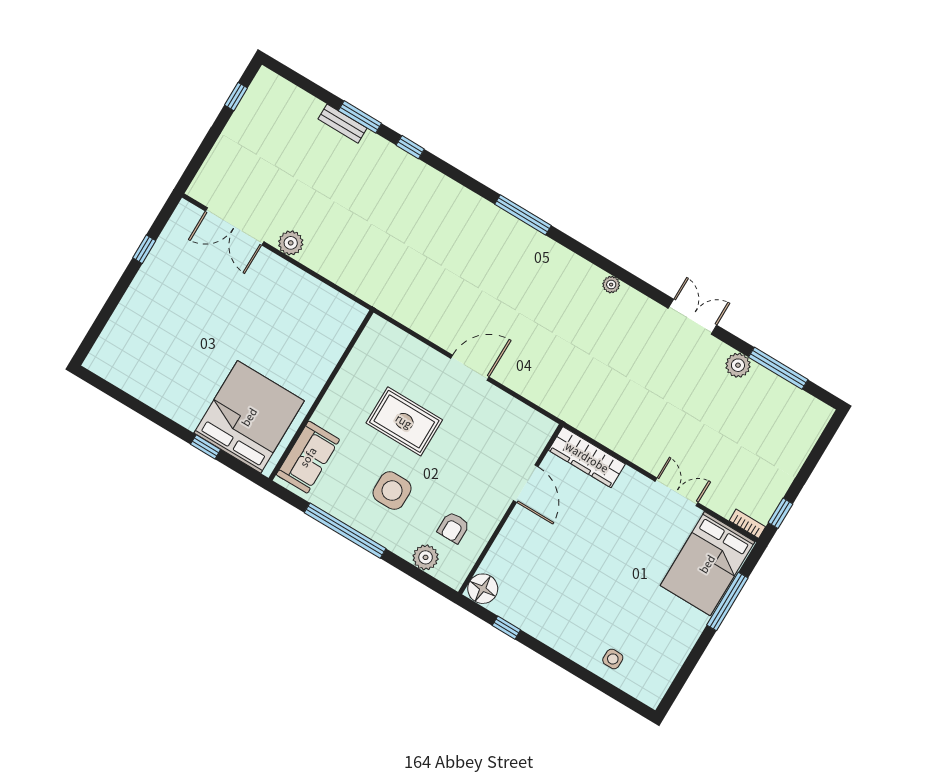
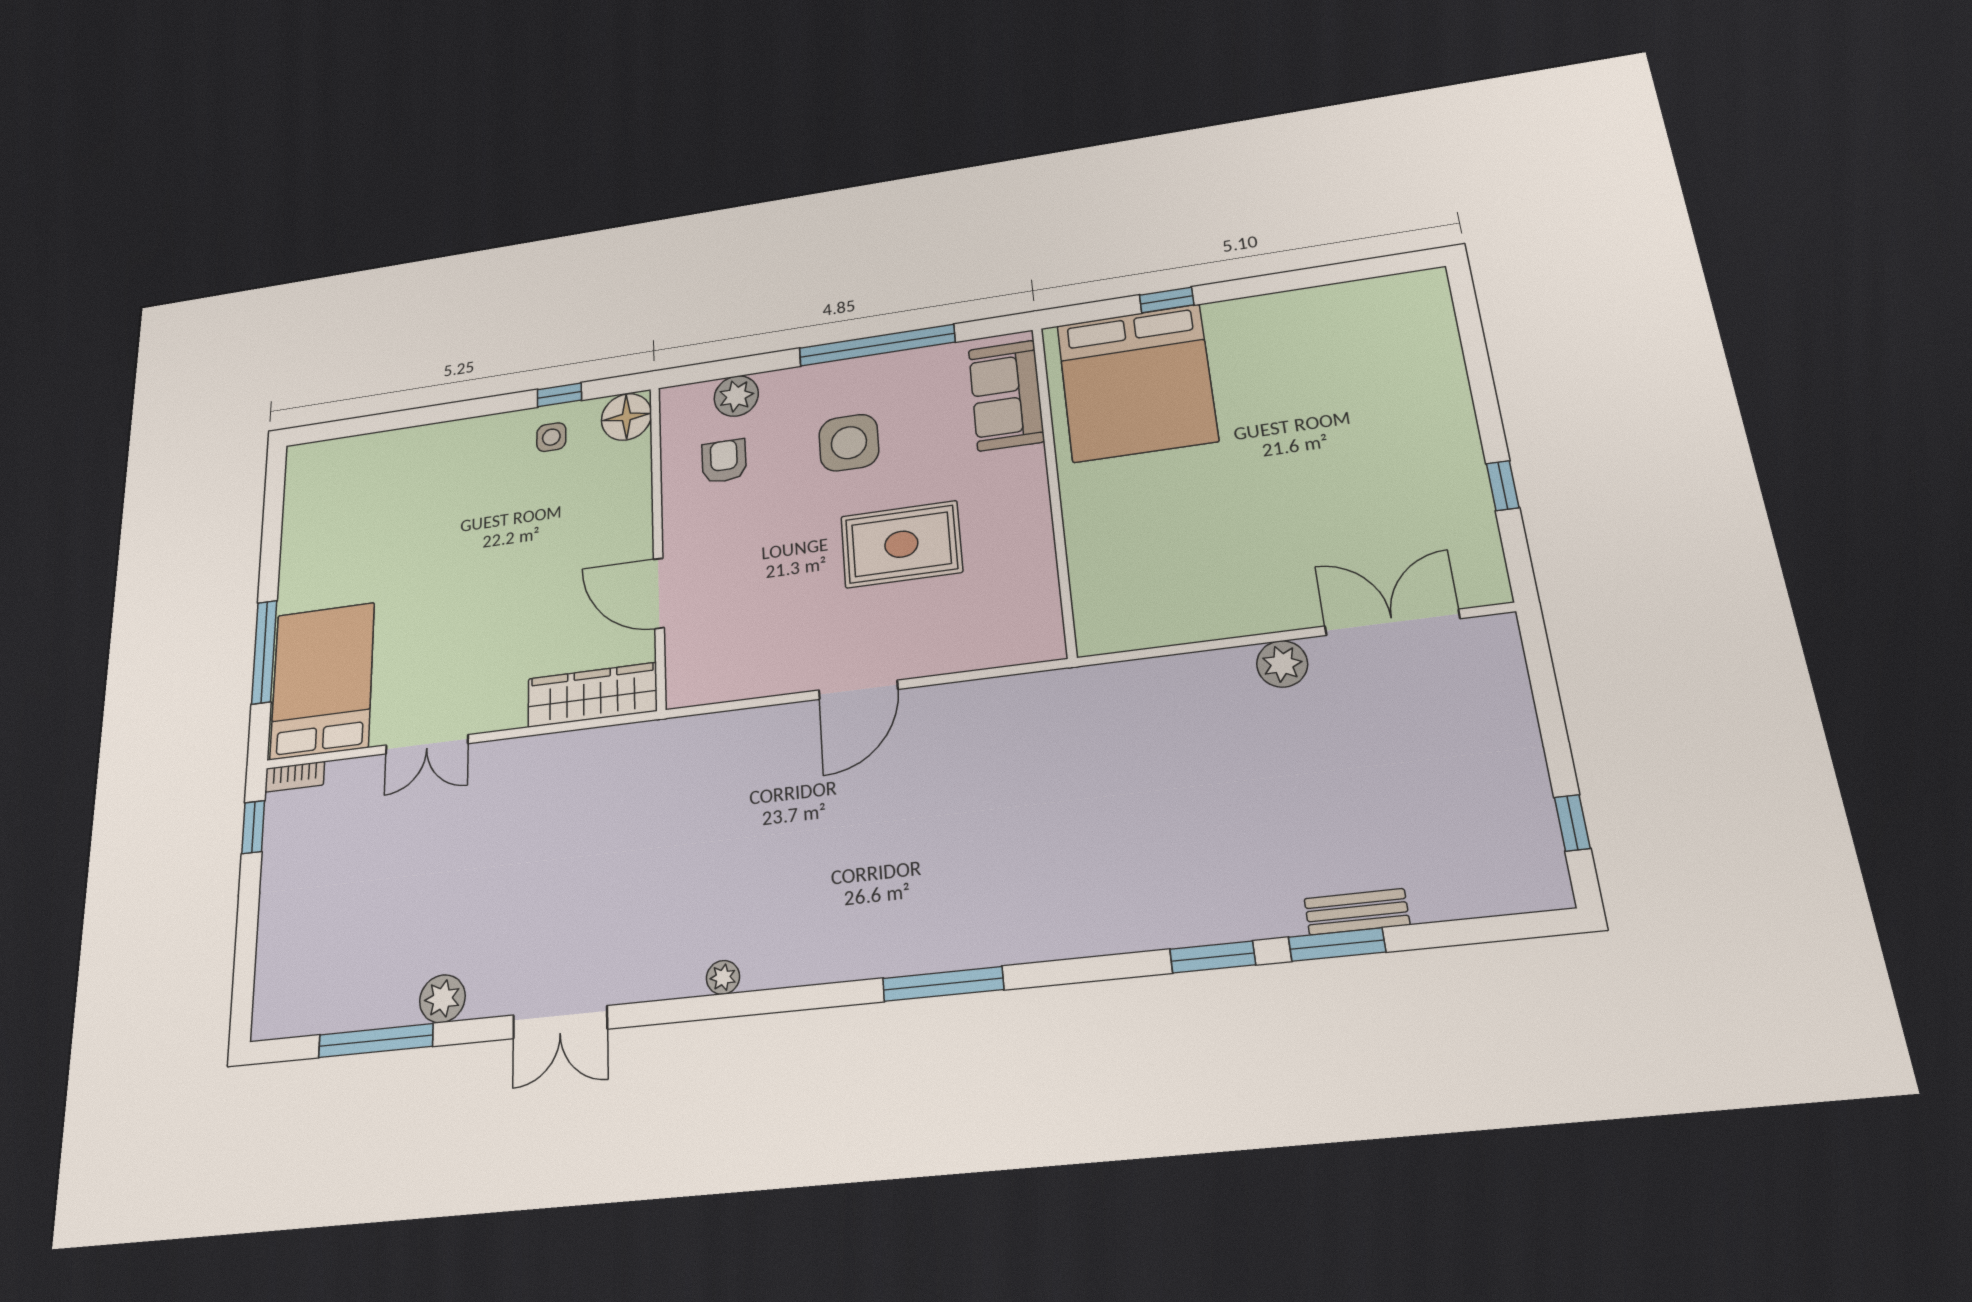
window: (410, 147) -> (1213, 957), width x1.50
side table: (613, 659) -> (551, 437), moved

